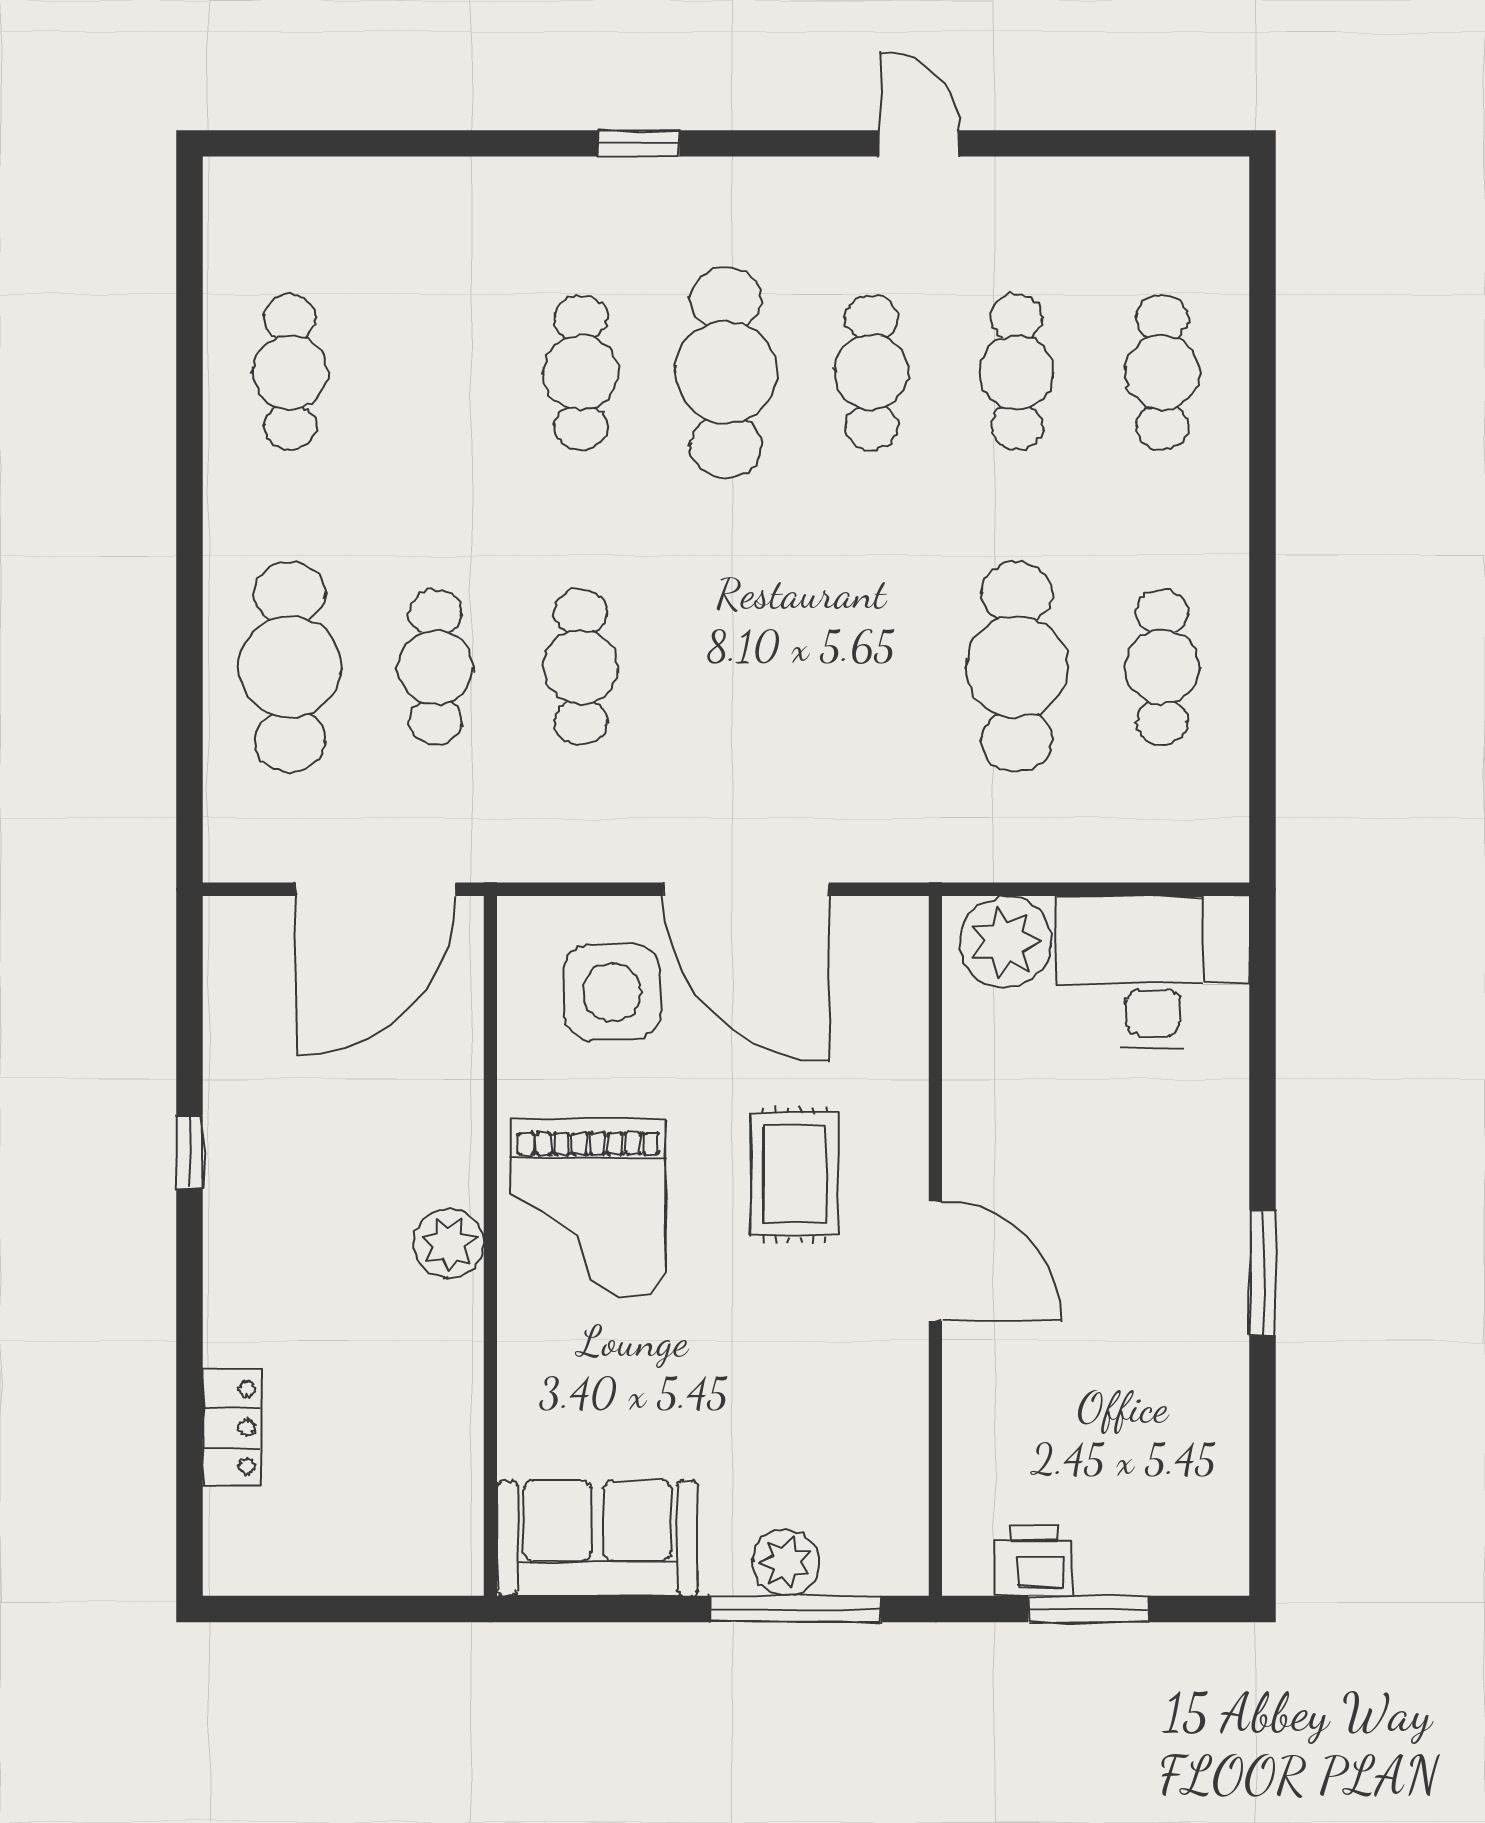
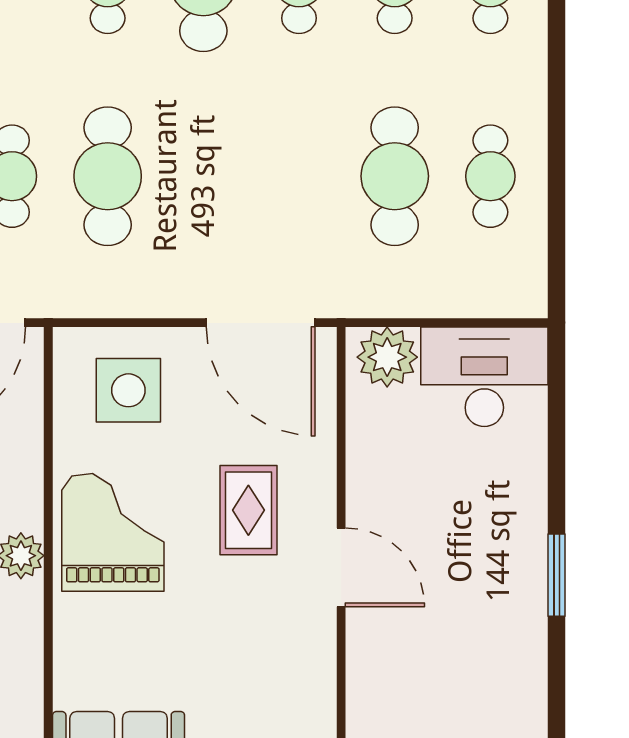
cafe table: (581, 667) -> (108, 176), width x1.37, depth x1.35
door: (746, 889) -> (261, 323), moved
grand piano: (589, 1208) -> (113, 532), turned 180

